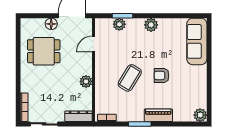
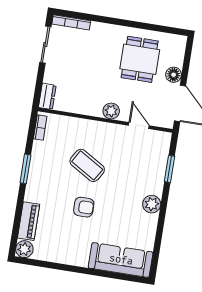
plant: (119, 24) -> (159, 163), removed
armchair: (162, 75) -> (84, 207), turned 90
plant: (86, 81) -> (111, 111), moved
piano: (158, 115) -> (29, 221), moved
dresser: (79, 116) -> (47, 96), width x0.70

